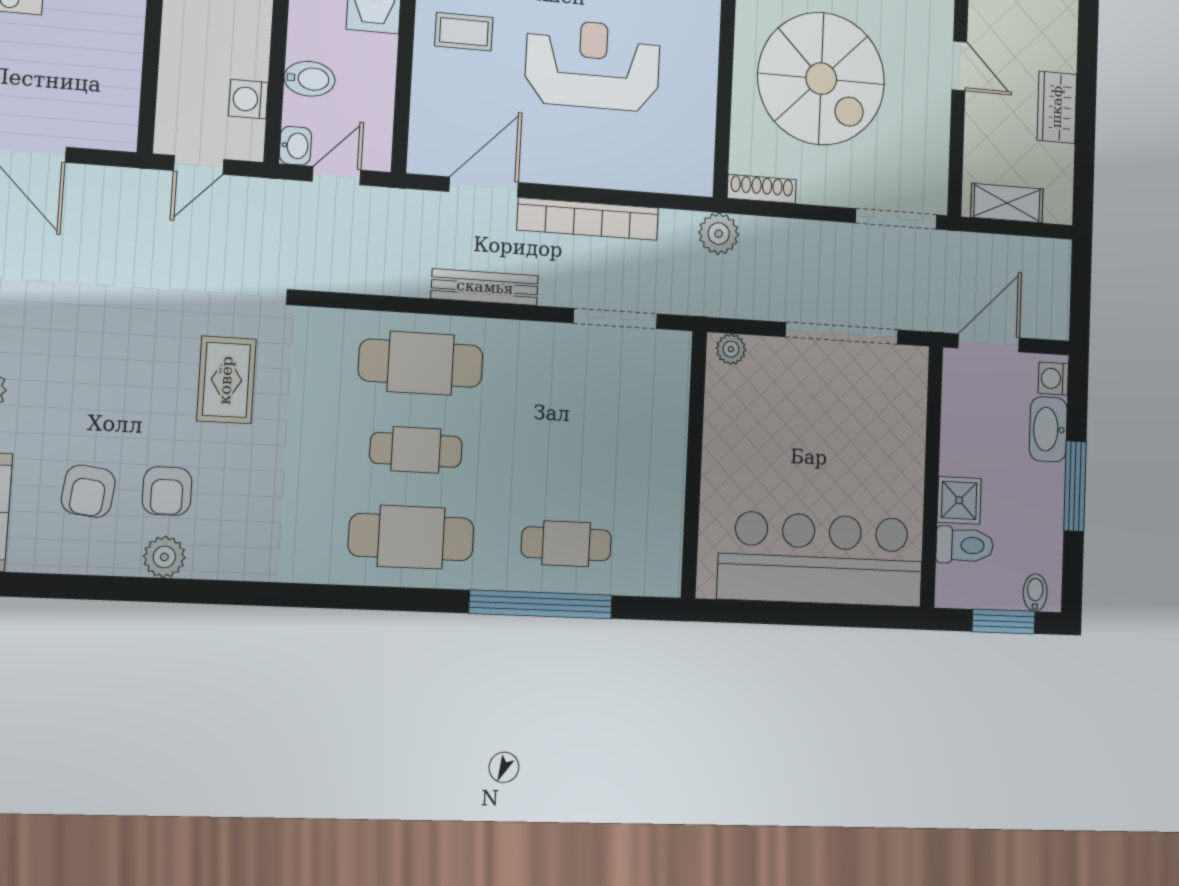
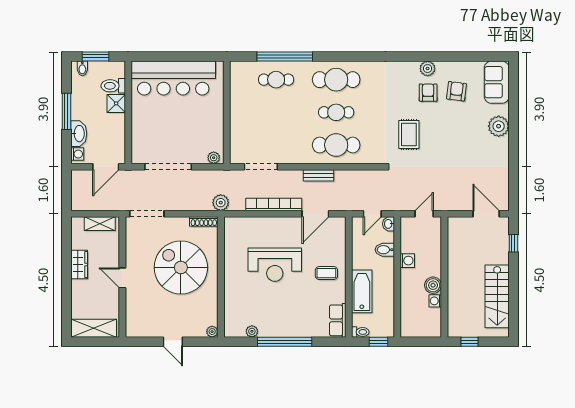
washing machine: (248, 99) -> (407, 261), moved
bench: (485, 287) -> (319, 175), width x0.73

